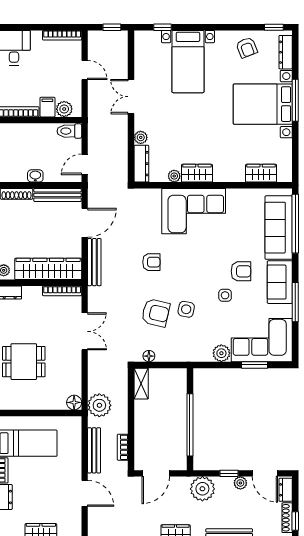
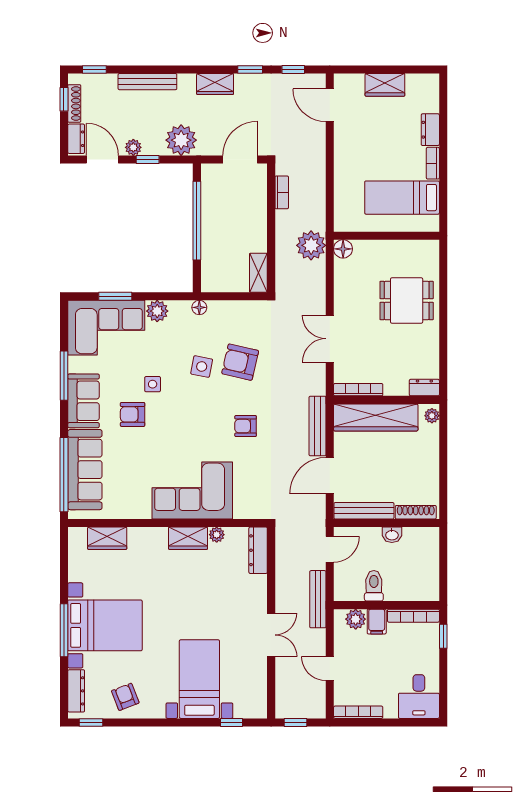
toilet: (69, 131) -> (374, 586), moved, turned -90
plant: (141, 137) -> (259, 583), removed
floor lamp: (149, 356) -> (199, 307), moved
bench: (94, 450) -> (318, 599), moved
door: (85, 493) -> (330, 105), moved

